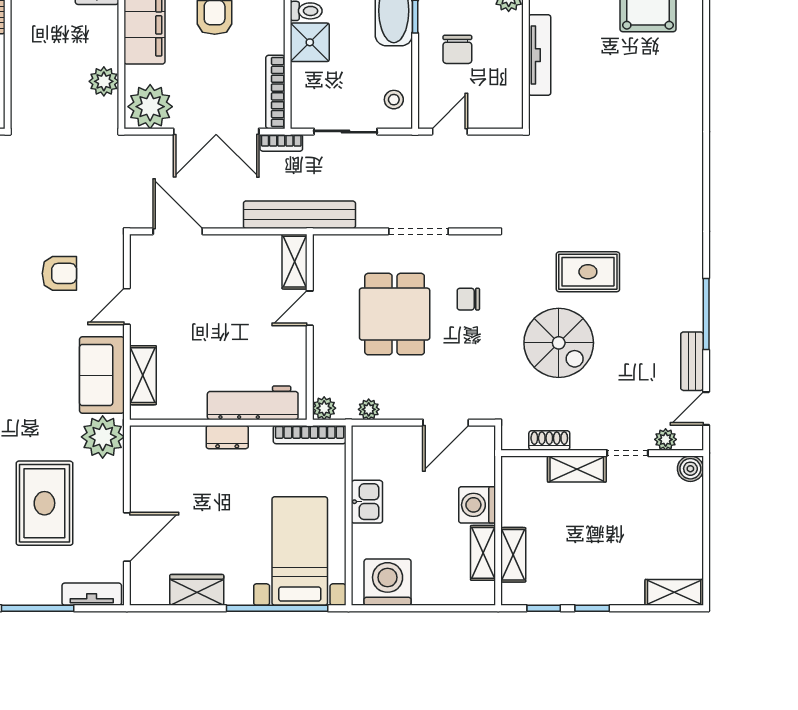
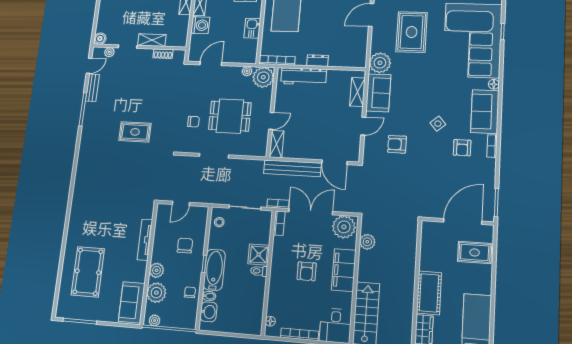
bookcase: (275, 92) -> (279, 223), width x0.64
door: (450, 132) -> (181, 203), moved
bench: (299, 215) -> (292, 168), moved
dining table: (395, 314) -> (230, 116), turned 90
spiral stairs: (559, 343) -> (153, 99), removed
plant: (324, 408) -> (263, 77), width x1.87, depth x1.87

